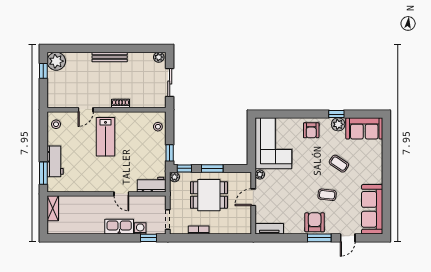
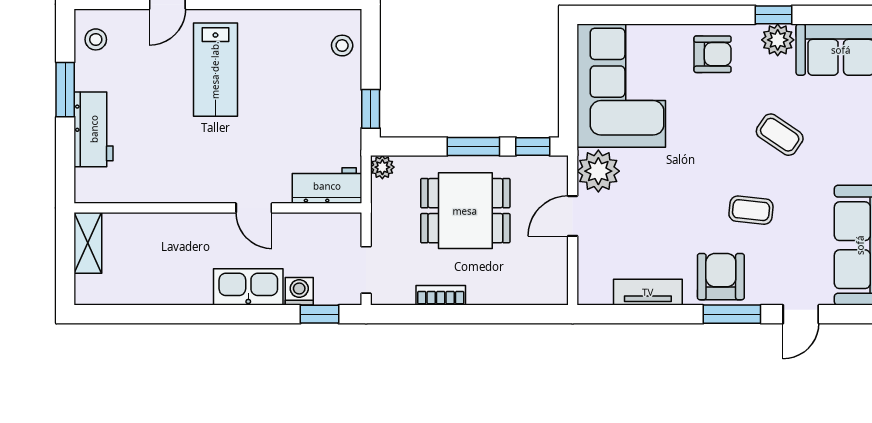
armchair: (311, 130) -> (713, 54), turned -90
window: (184, 168) -> (533, 147), moved
window: (43, 173) -> (65, 90), moved
plant: (260, 175) -> (598, 171), width x1.88, depth x1.88
tv unit: (269, 229) -> (648, 292), moved

